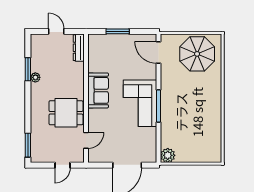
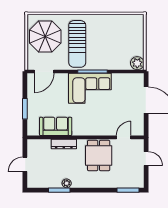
dresser: (79, 48) -> (64, 144), moved
sun lounger: (189, 89) -> (77, 44), added
sofa: (98, 90) -> (56, 126), moved
door: (86, 140) -> (124, 137), hinge flipped

